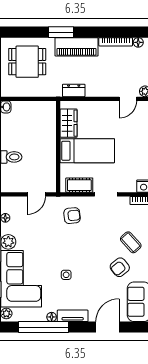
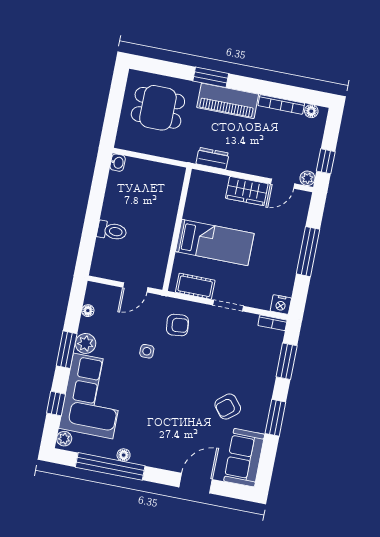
wardrobe: (68, 123) -> (247, 191), moved, turned 90
coffee table: (131, 242) -> (249, 376), removed
side table: (66, 275) -> (147, 351), moved
tv unit: (73, 316) -> (152, 459), removed

